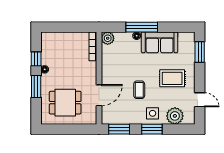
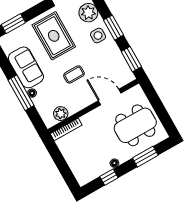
plant: (108, 38) -> (61, 114), moved
rug: (172, 78) -> (54, 36), width x1.36, depth x1.43
window: (36, 87) -> (145, 157), moved
coffee table: (139, 90) -> (74, 74), moved
dining table: (65, 103) -> (135, 125), width x1.38

